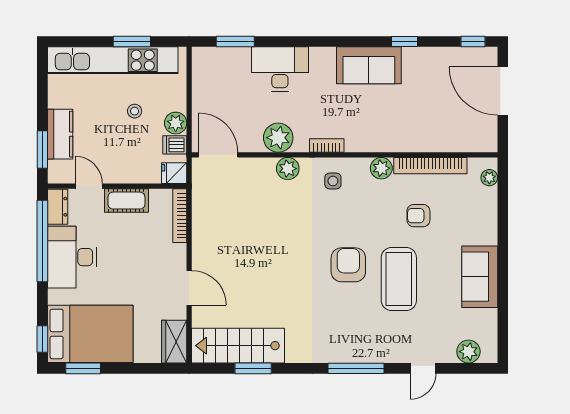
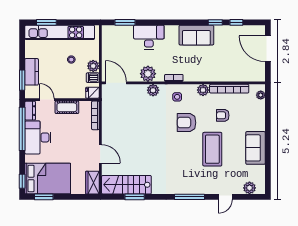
window: (132, 42) -> (46, 22), moved
window: (473, 42) -> (236, 22), moved
armchair: (348, 265) -> (187, 123), moved, turned -90

